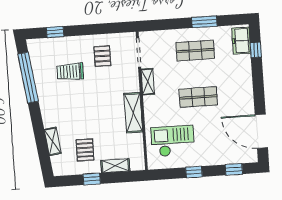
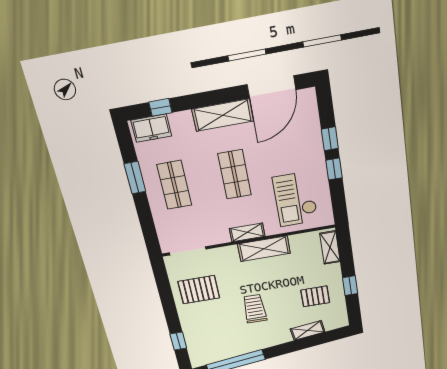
pallet: (102, 56) -> (199, 290), width x1.50, depth x1.42
trolley: (70, 72) -> (255, 309), moved, turned 180
shelving: (148, 82) -> (247, 232), moved
shelving: (245, 94) -> (223, 115), added
shelving: (115, 166) -> (330, 248), moved
window: (234, 169) -> (330, 139), moved

